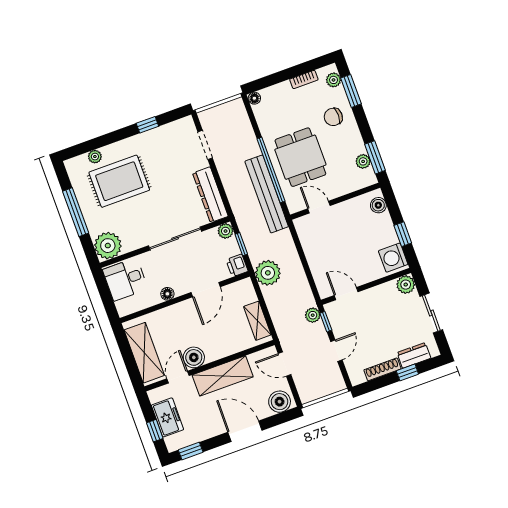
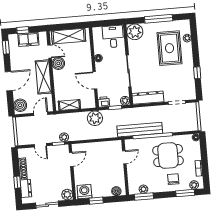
dining table: (300, 157) -> (168, 156), moved

